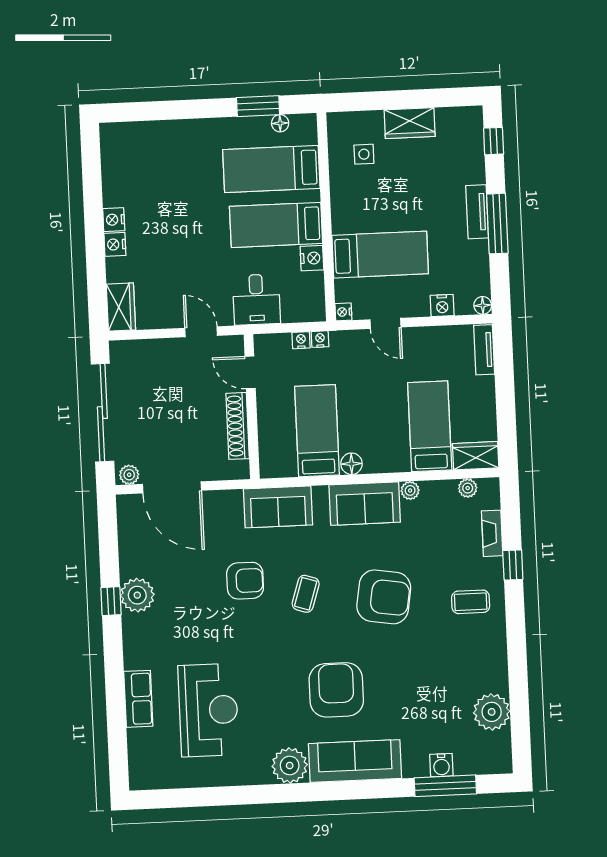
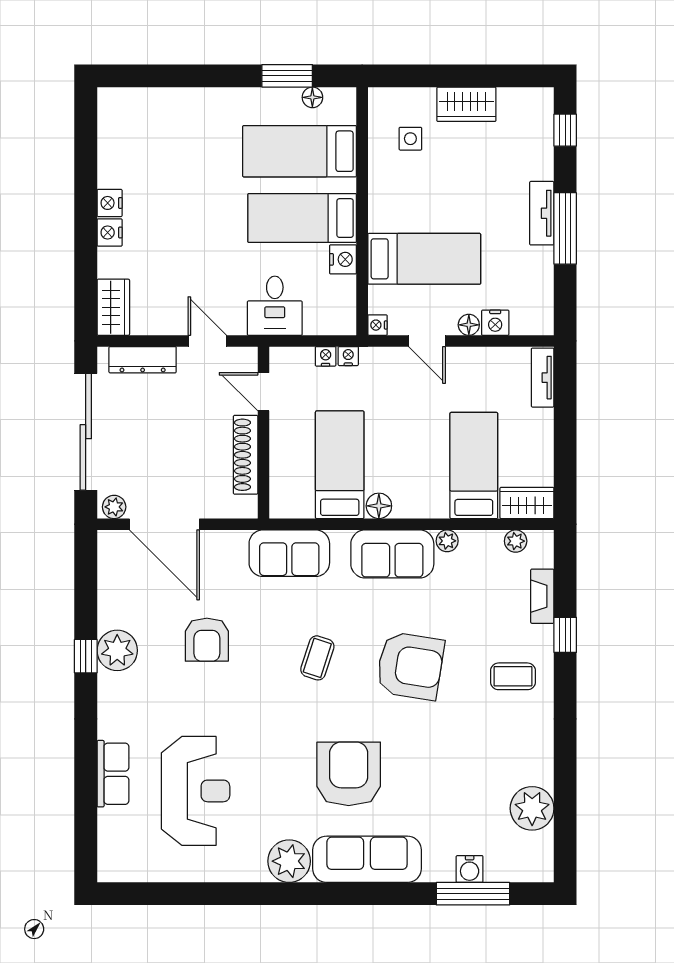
floor lamp: (483, 305) -> (469, 325), moved
dresser: (147, 350) -> (143, 360), added
armchair: (245, 581) -> (207, 640), moved, turned 90

